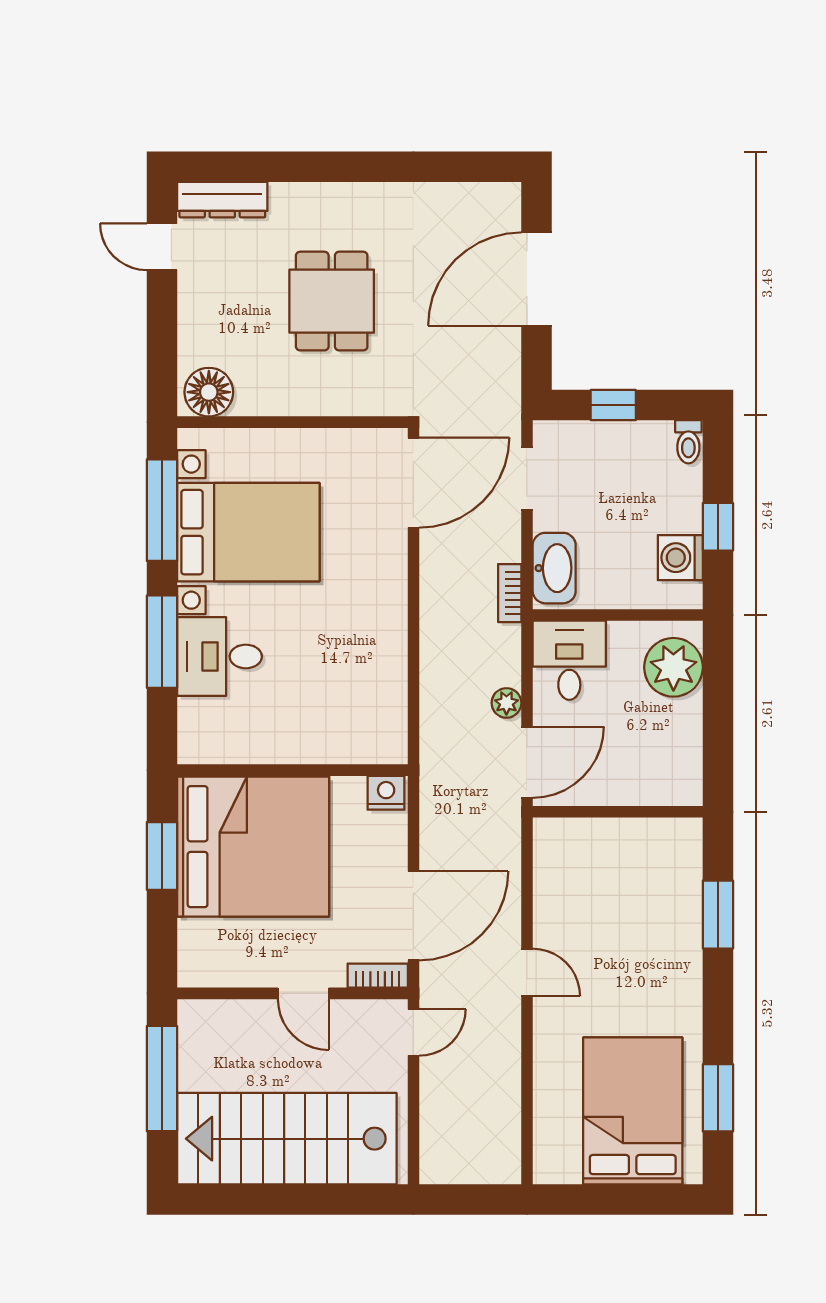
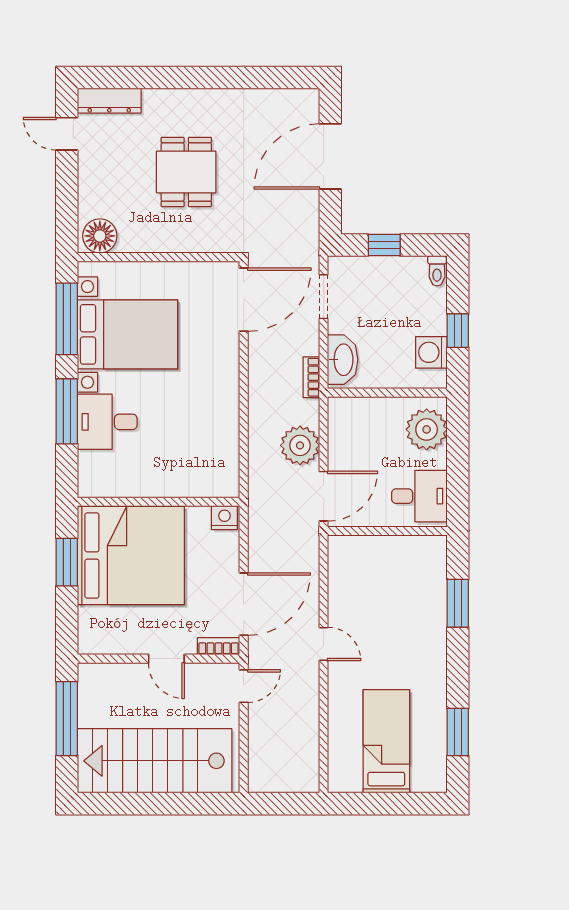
desk: (569, 660) -> (419, 496), moved, turned 90
plant: (506, 703) -> (300, 445), width x1.88, depth x1.88
bed: (633, 1111) -> (386, 741), width x0.67

